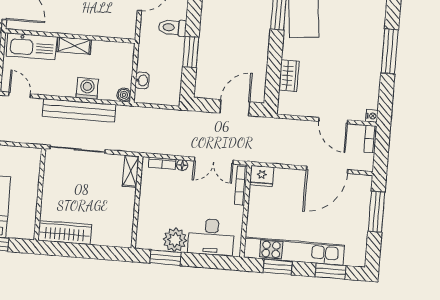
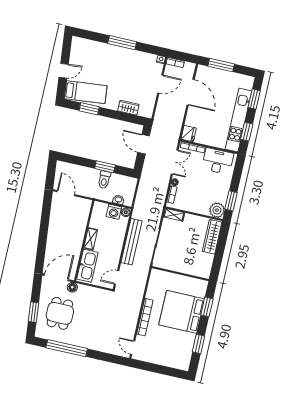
toilet: (172, 28) -> (104, 180), moved
washing machine: (87, 88) -> (114, 212), moved, turned -90
wardrobe: (65, 233) -> (212, 237), moved
desk: (211, 237) -> (218, 161), moved, turned -90
plant: (175, 240) -> (217, 210), moved

